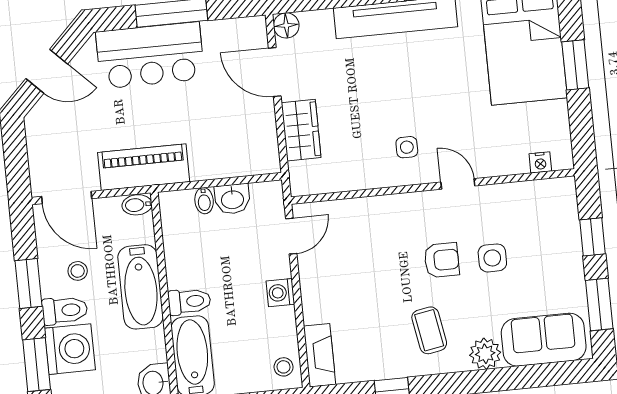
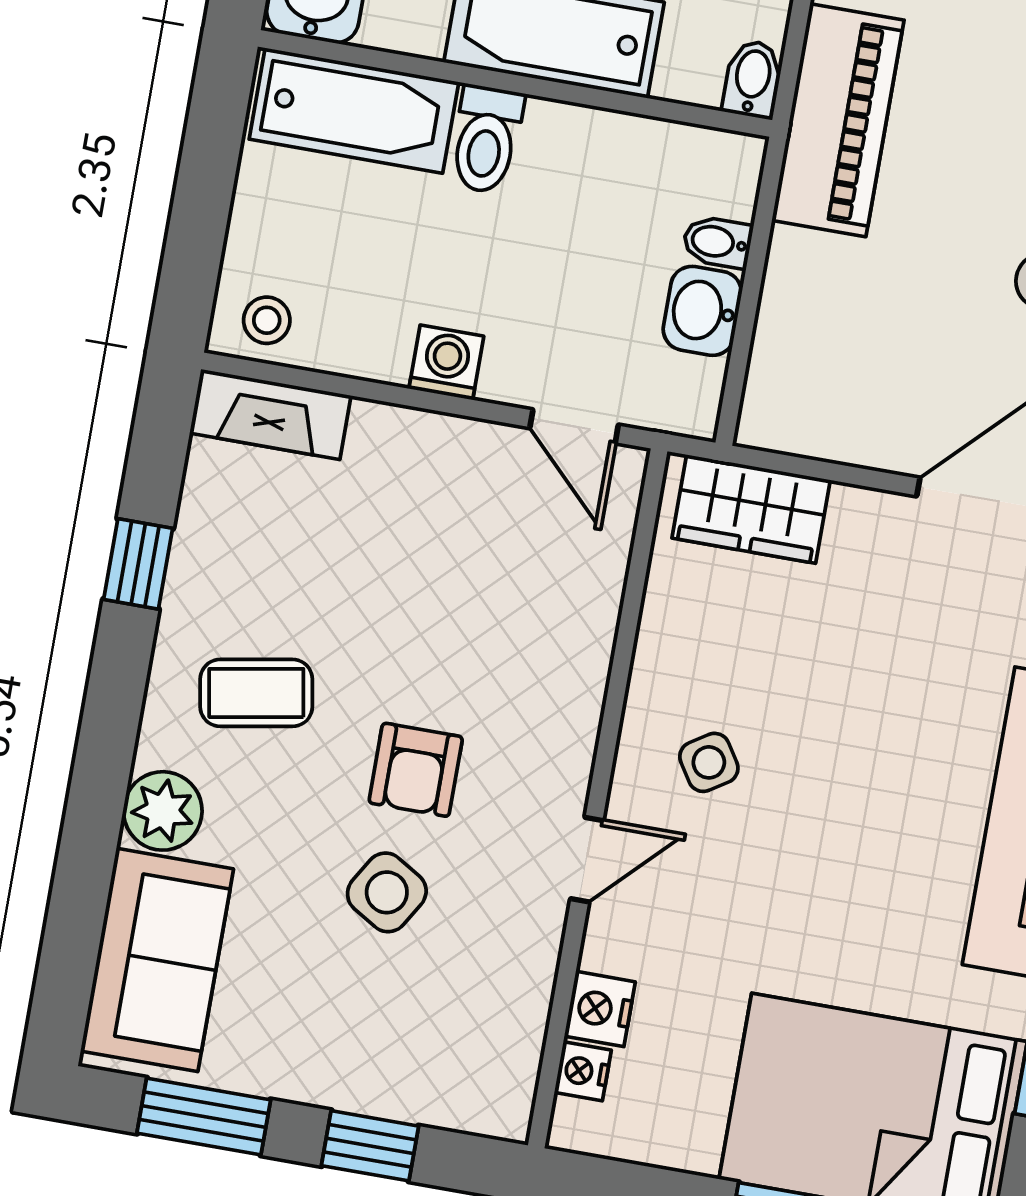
wardrobe: (301, 130) -> (751, 509), moved
side table: (407, 147) -> (709, 762), turned -33
nightstand: (514, 163) -> (600, 1009), added
side table: (492, 258) -> (387, 892), turned 31

